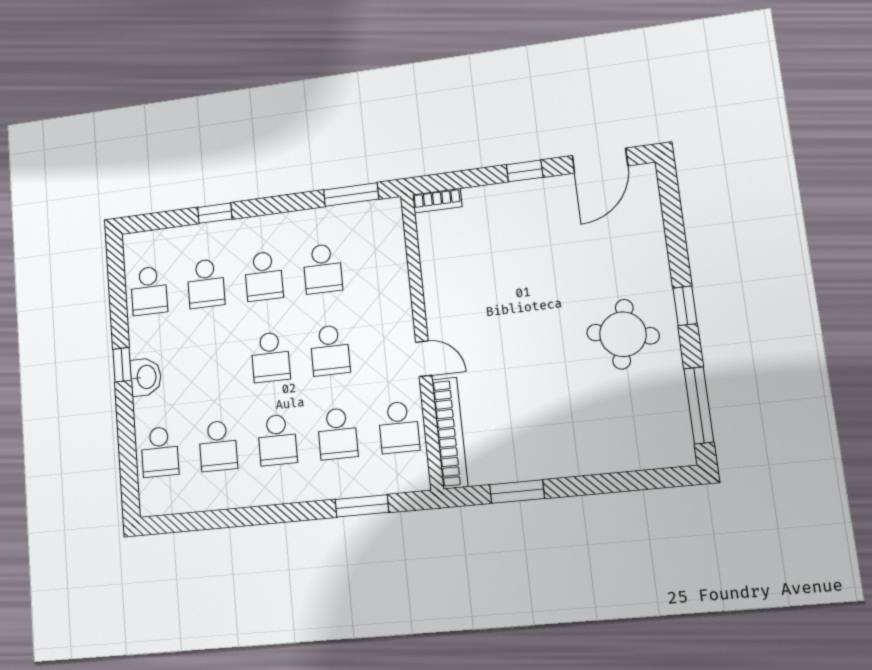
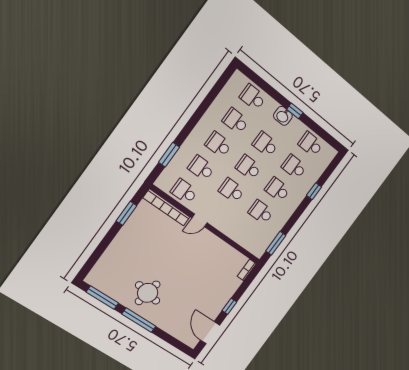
window: (685, 306) -> (139, 320), width x2.17
school desk: (212, 364) -> (265, 144), added

